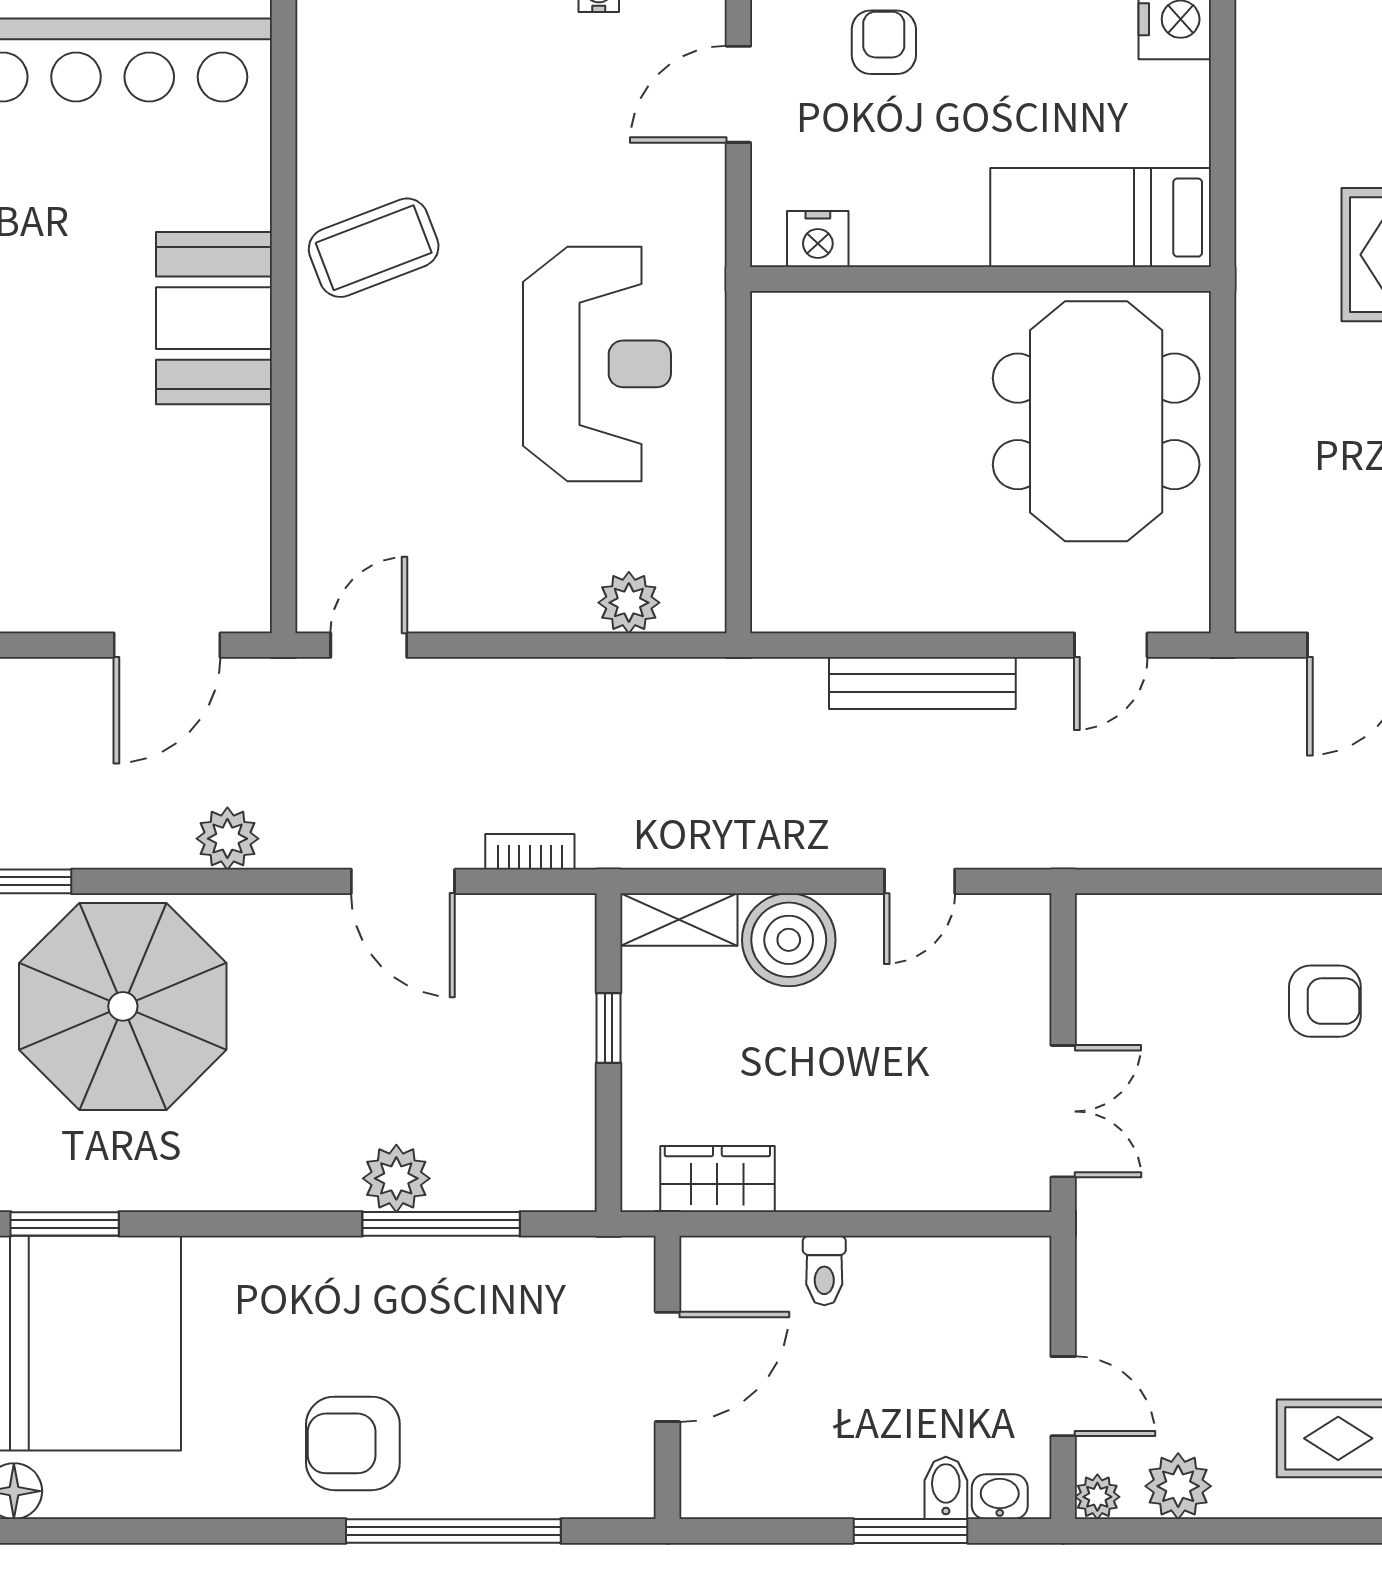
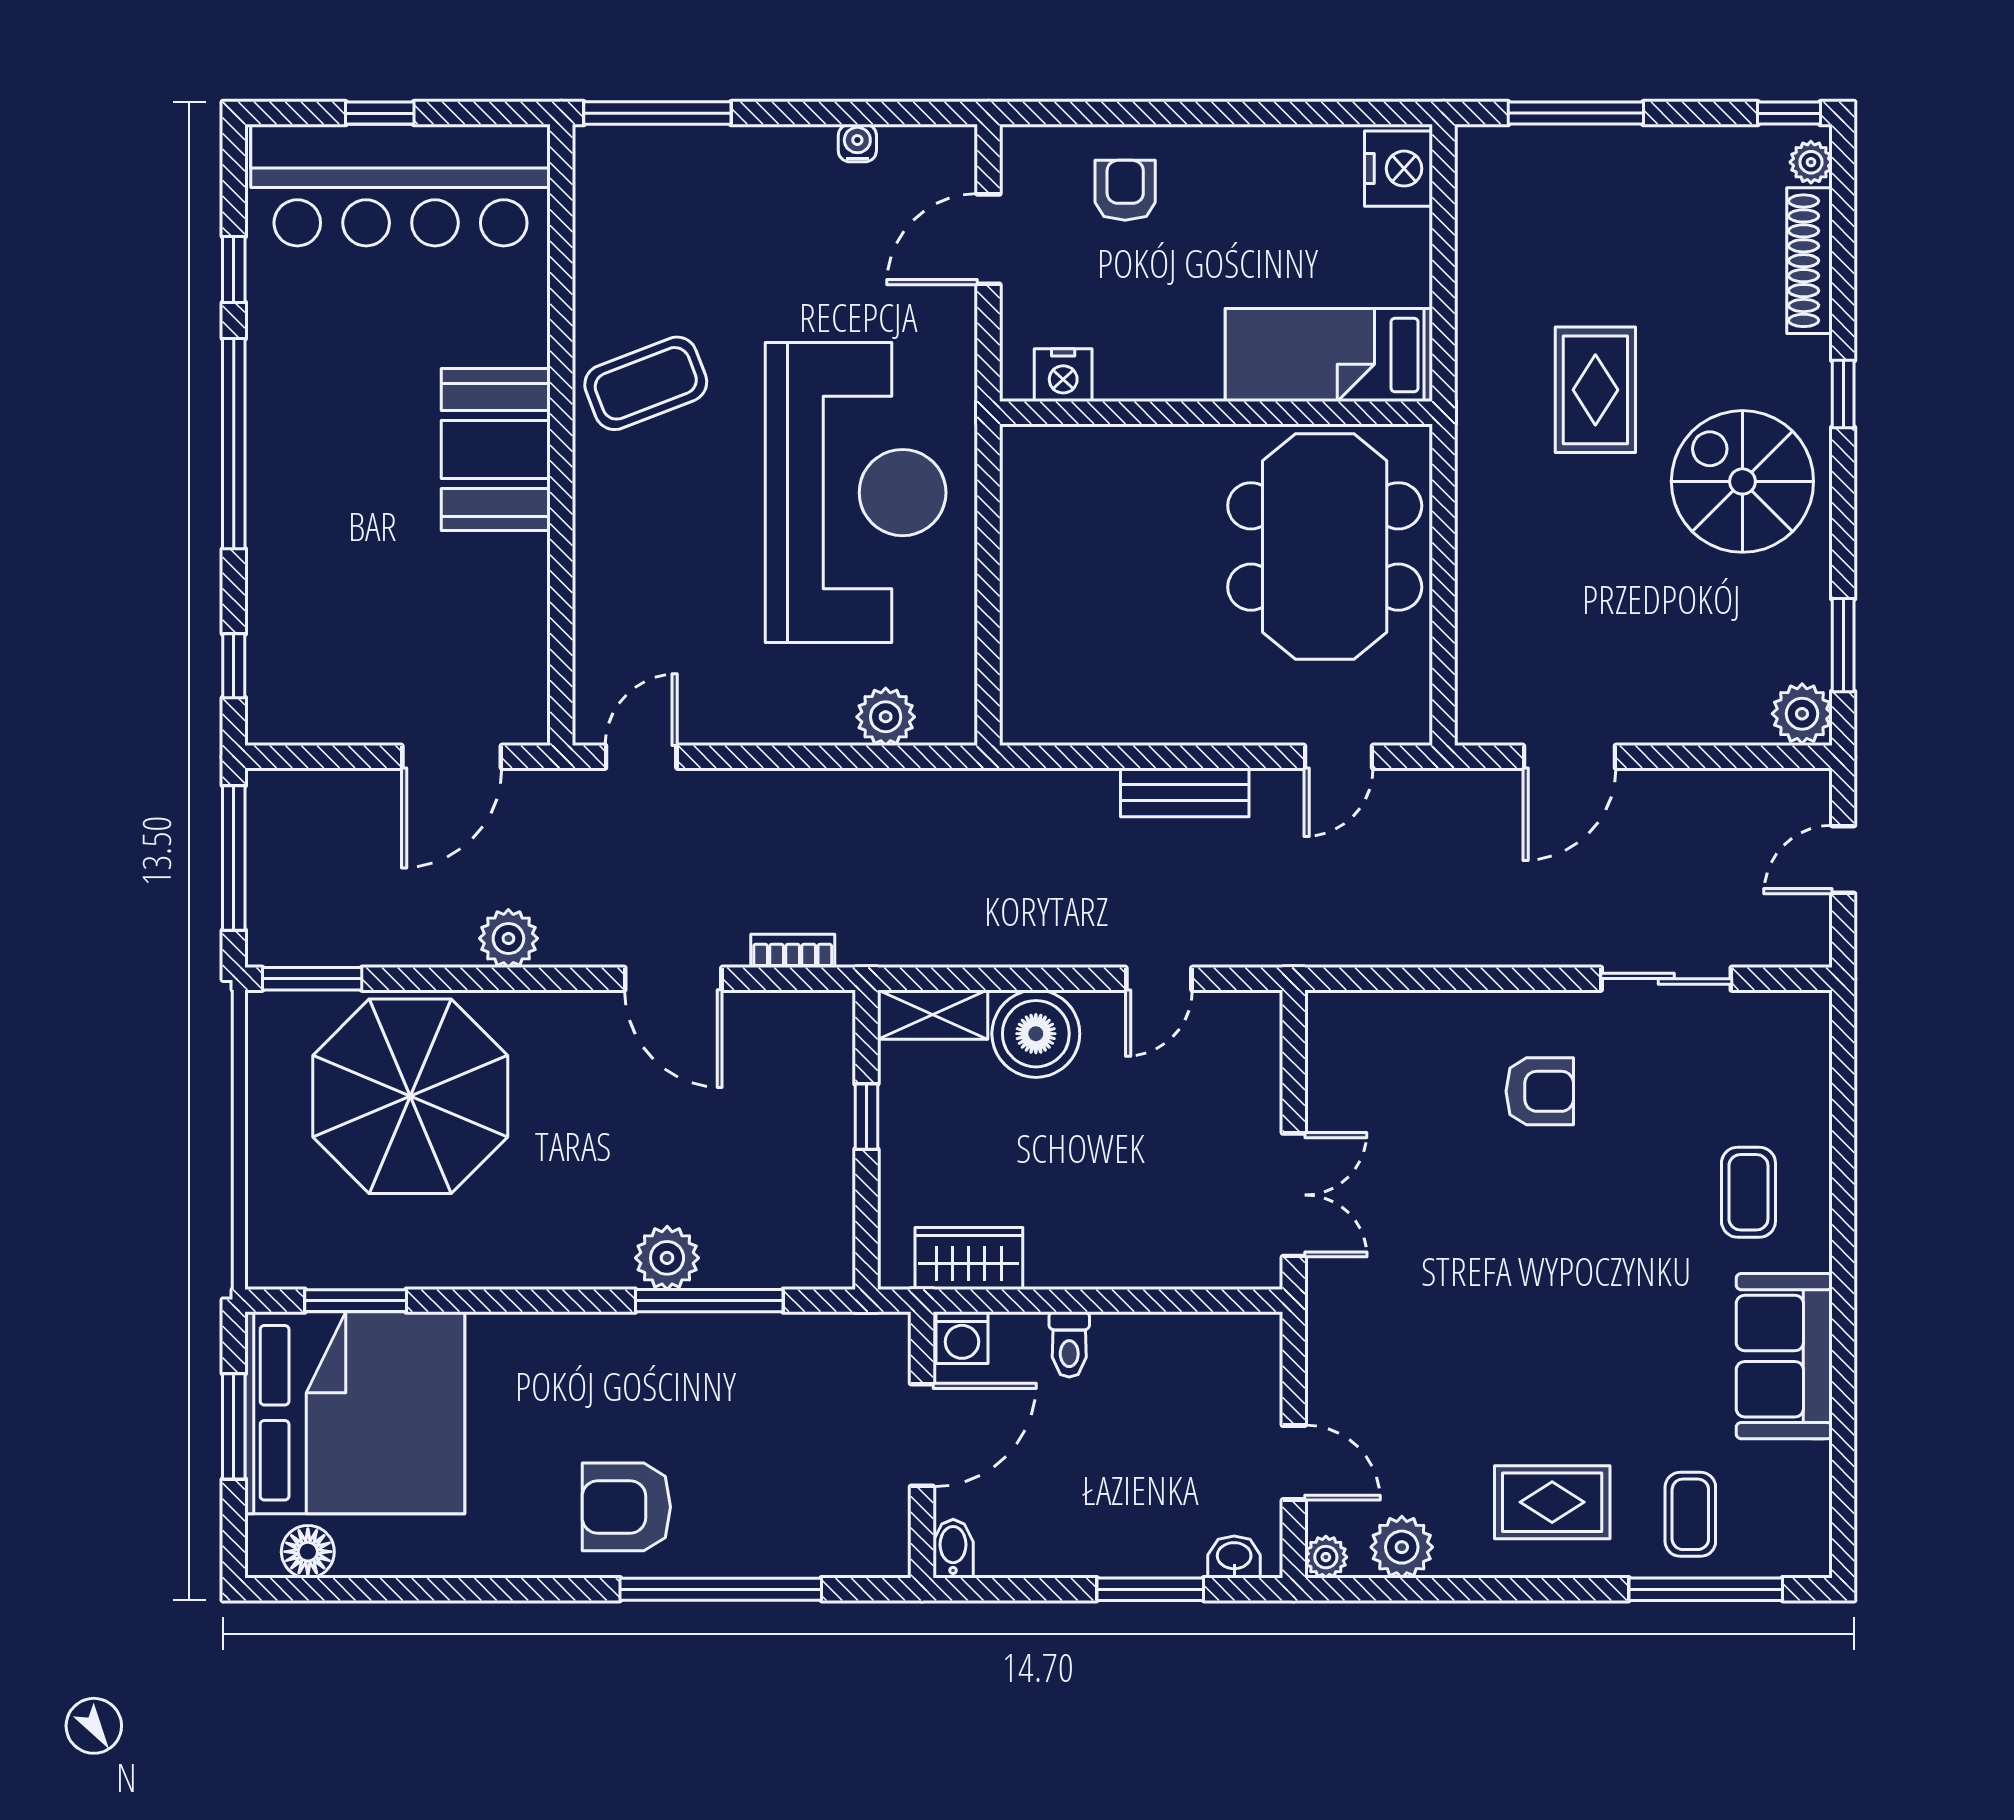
reception desk: (597, 364) -> (856, 493), width x1.36, depth x1.30
bench: (922, 683) -> (1185, 792), width x0.73
washing machine: (710, 1263) -> (962, 1338), added
bidet: (946, 1488) -> (953, 1549), moved

